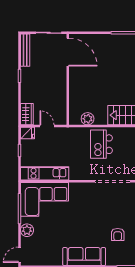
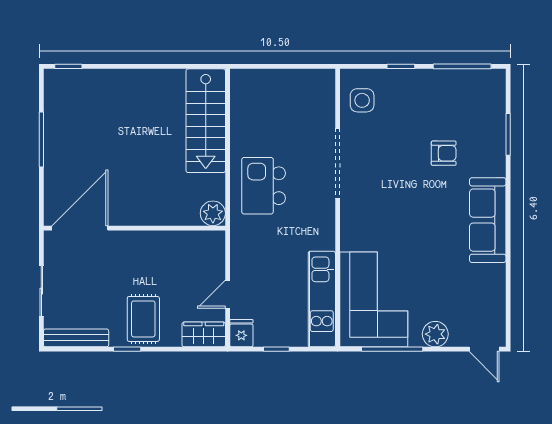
door: (68, 52) -> (80, 228), moved
wall: (68, 79) -> (134, 228), moved
rug: (35, 84) -> (143, 319), added
kitchen island: (101, 144) -> (264, 186), turned 90

